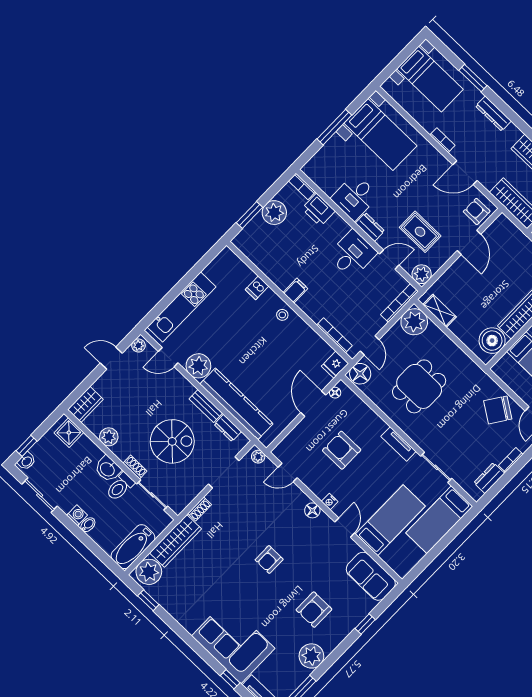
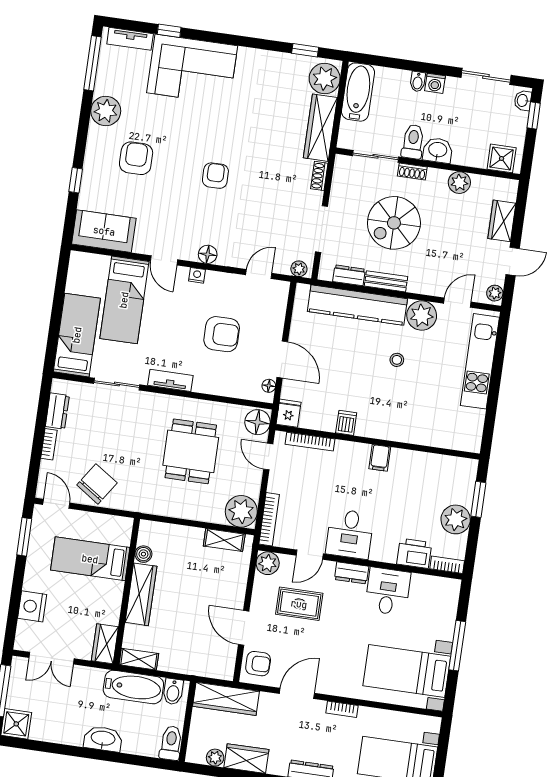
dishwasher: (257, 288) -> (346, 423), moved
stool: (282, 315) -> (397, 360), moved
boiler: (492, 341) -> (143, 554), width x0.54, depth x0.54
wardrobe: (85, 404) -> (502, 221), moved

